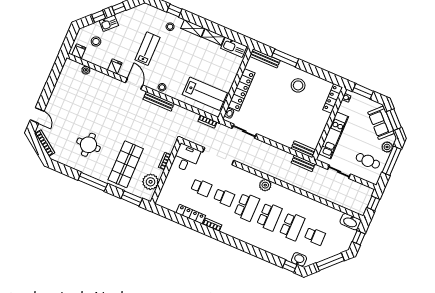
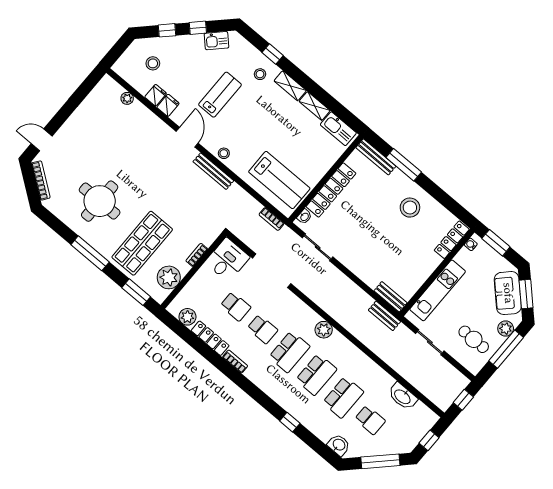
kitchen sink: (109, 23) -> (216, 41), moved
fridge: (79, 51) -> (156, 95), moved
door: (37, 116) -> (42, 140), swing flipped
round table: (88, 145) -> (100, 201), width x1.36, depth x1.36
plant: (171, 204) -> (187, 317), added
washbasin: (350, 222) -> (403, 396), moved
window: (290, 266) -> (290, 422), moved

